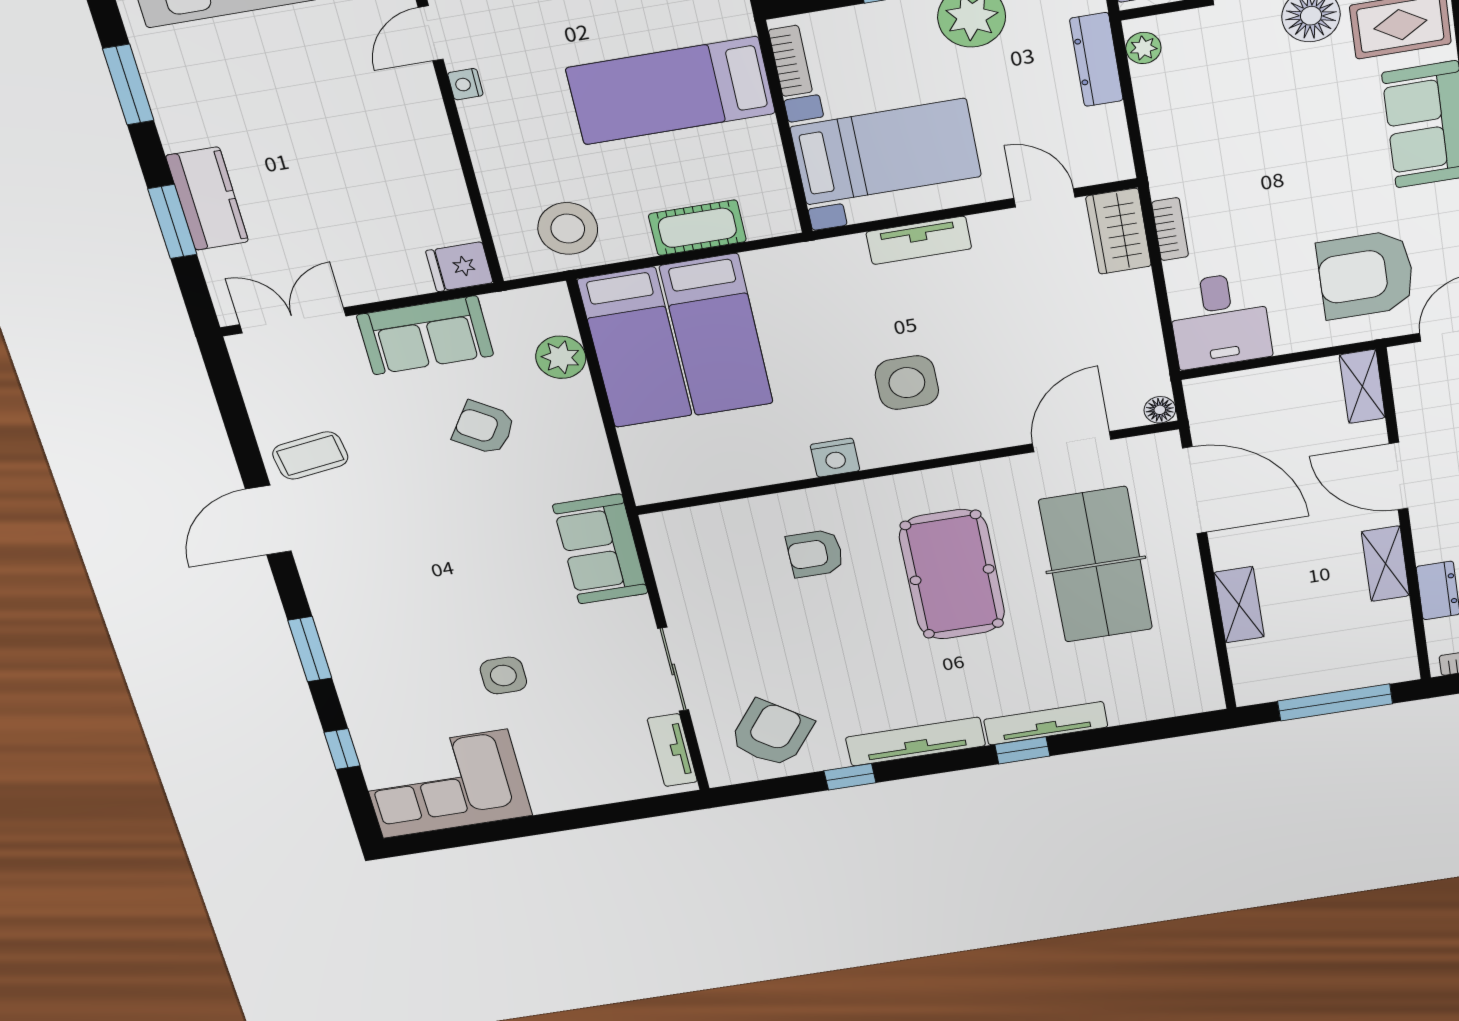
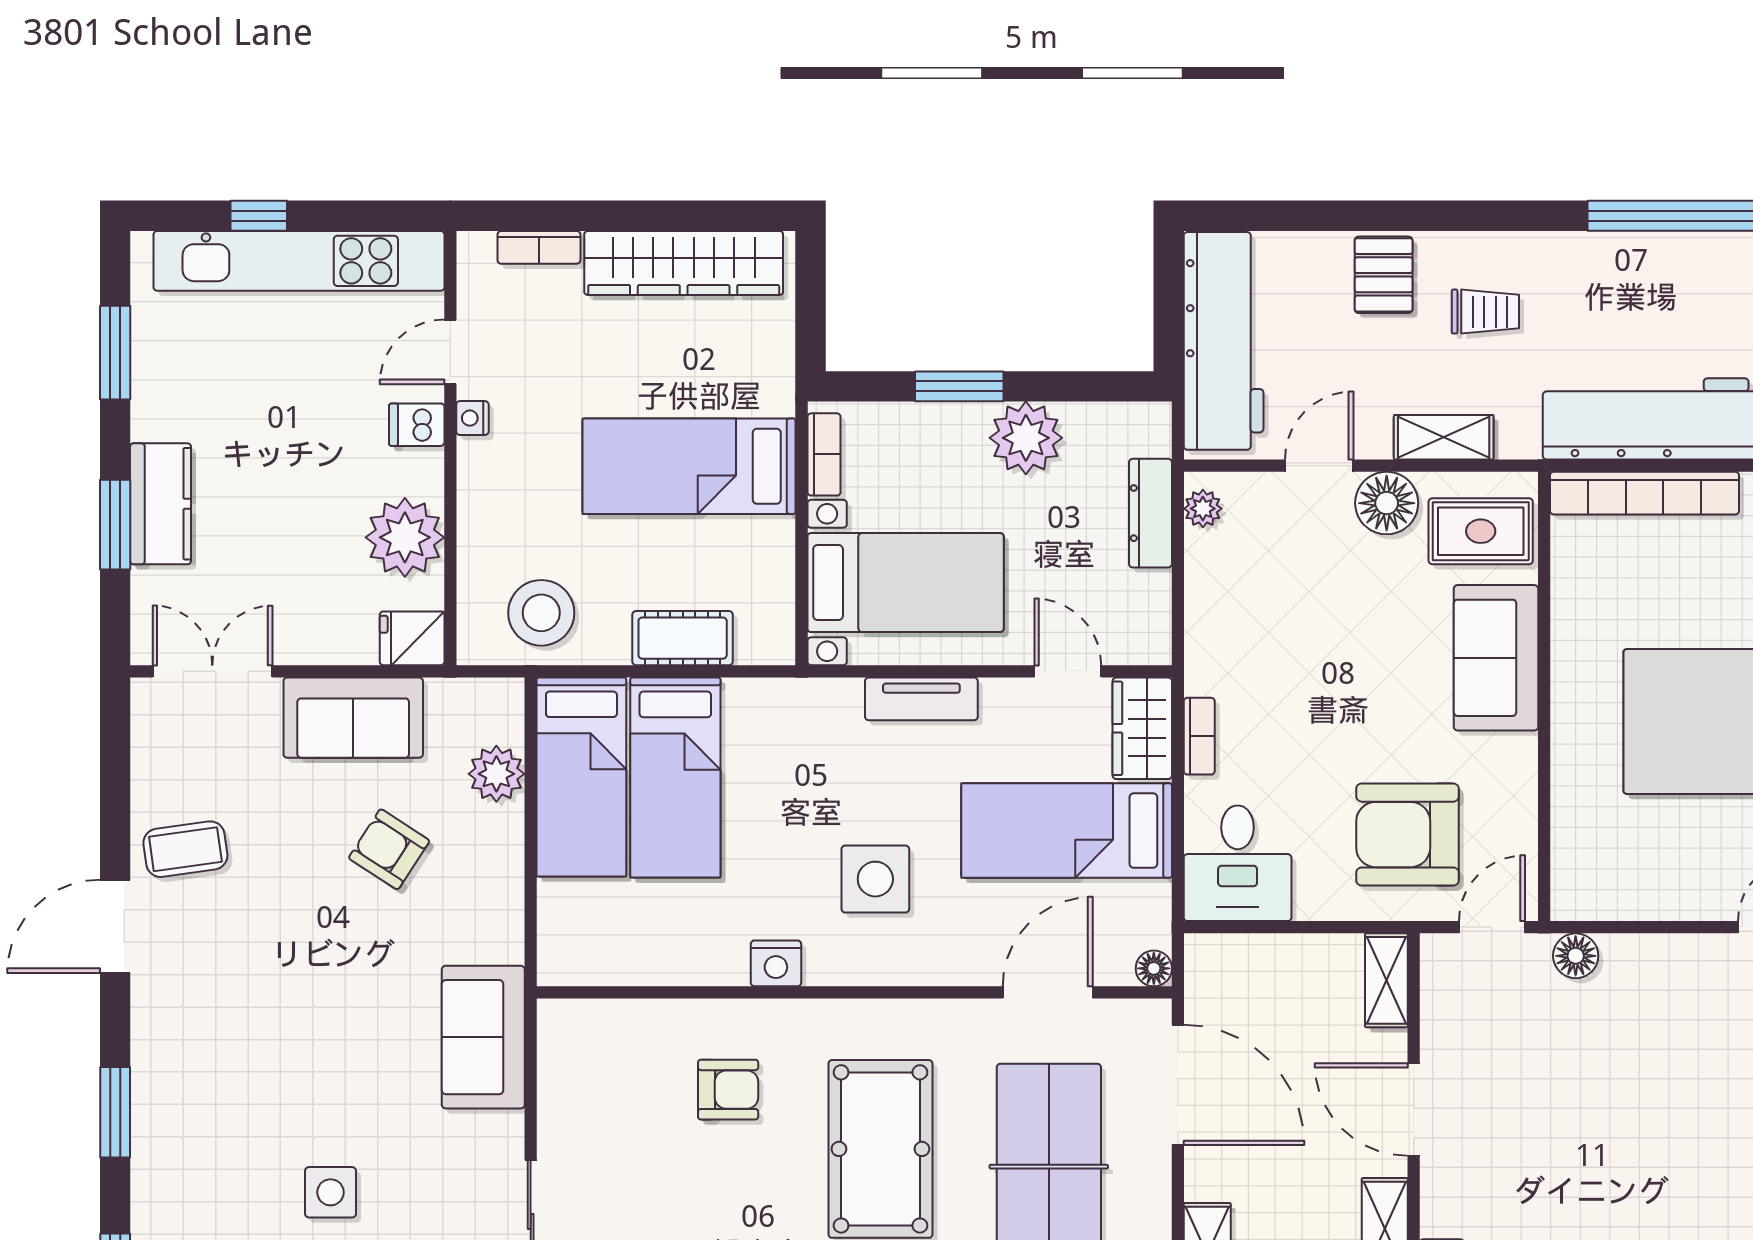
dishwasher: (417, 98) -> (417, 425), added
plant: (431, 190) -> (405, 537), added
bed: (1066, 320) -> (1067, 831), added
armchair: (815, 553) -> (728, 1090), turned 180

